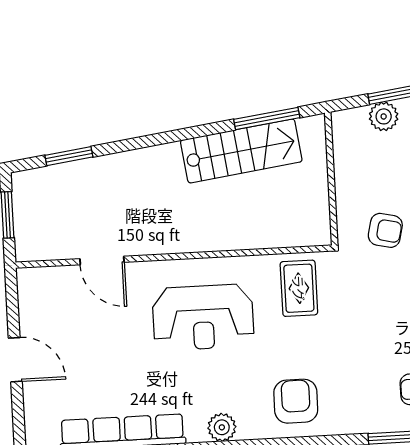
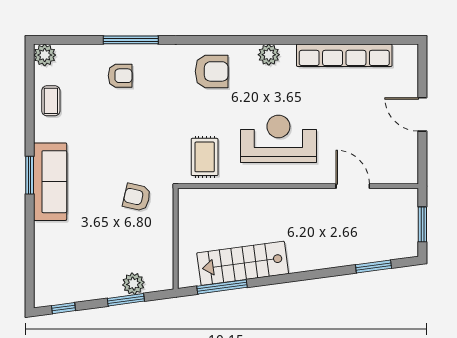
armchair: (296, 401) -> (212, 71), turned -90

